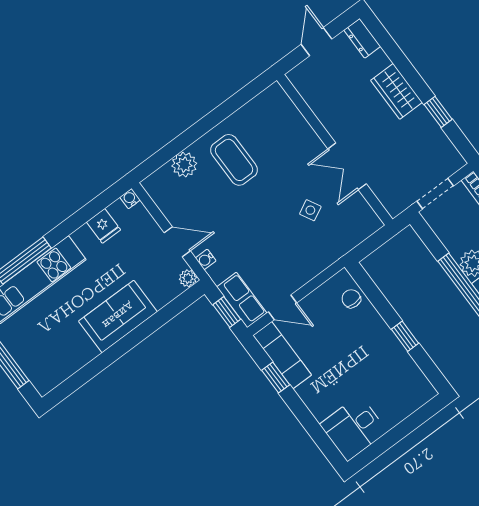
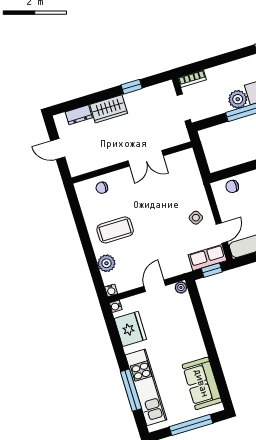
dresser: (362, 38) -> (79, 115), moved
chair: (285, 121) -> (102, 188), added
side table: (310, 210) -> (196, 218), moved
fridge: (104, 226) -> (130, 329), width x1.88, depth x1.34
water cooler: (206, 259) -> (111, 290), moved
sofa: (118, 316) -> (202, 383), moved

